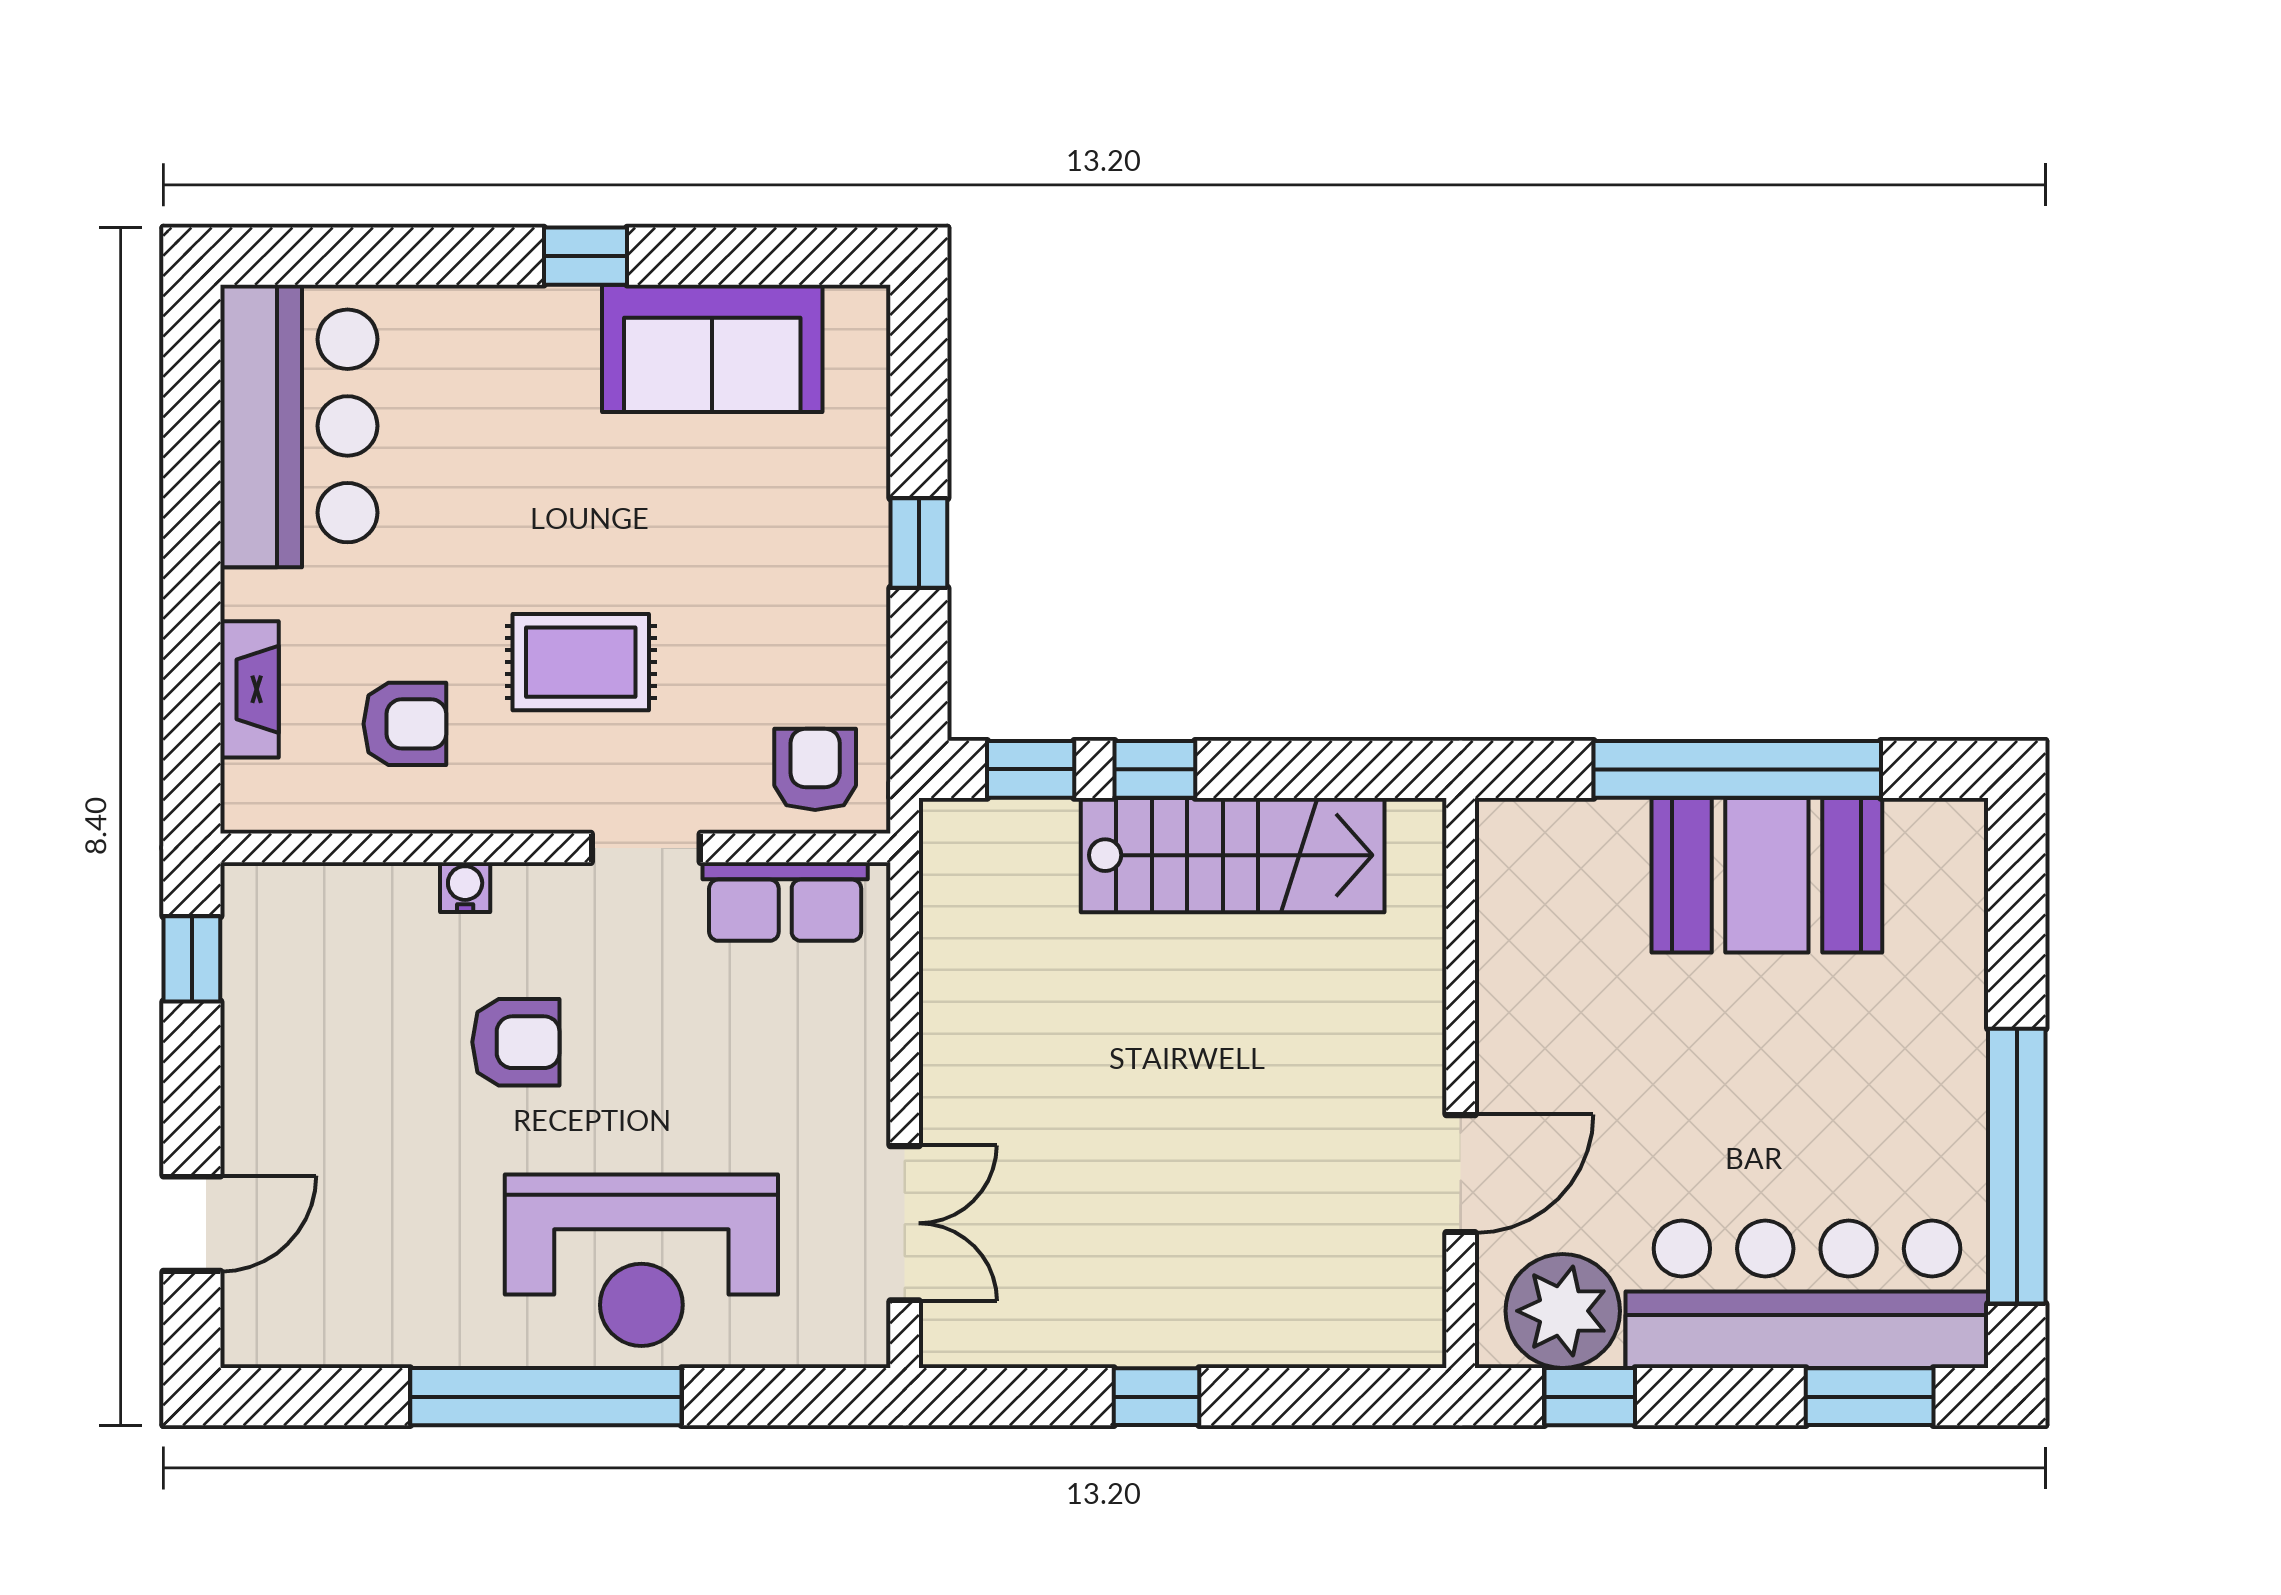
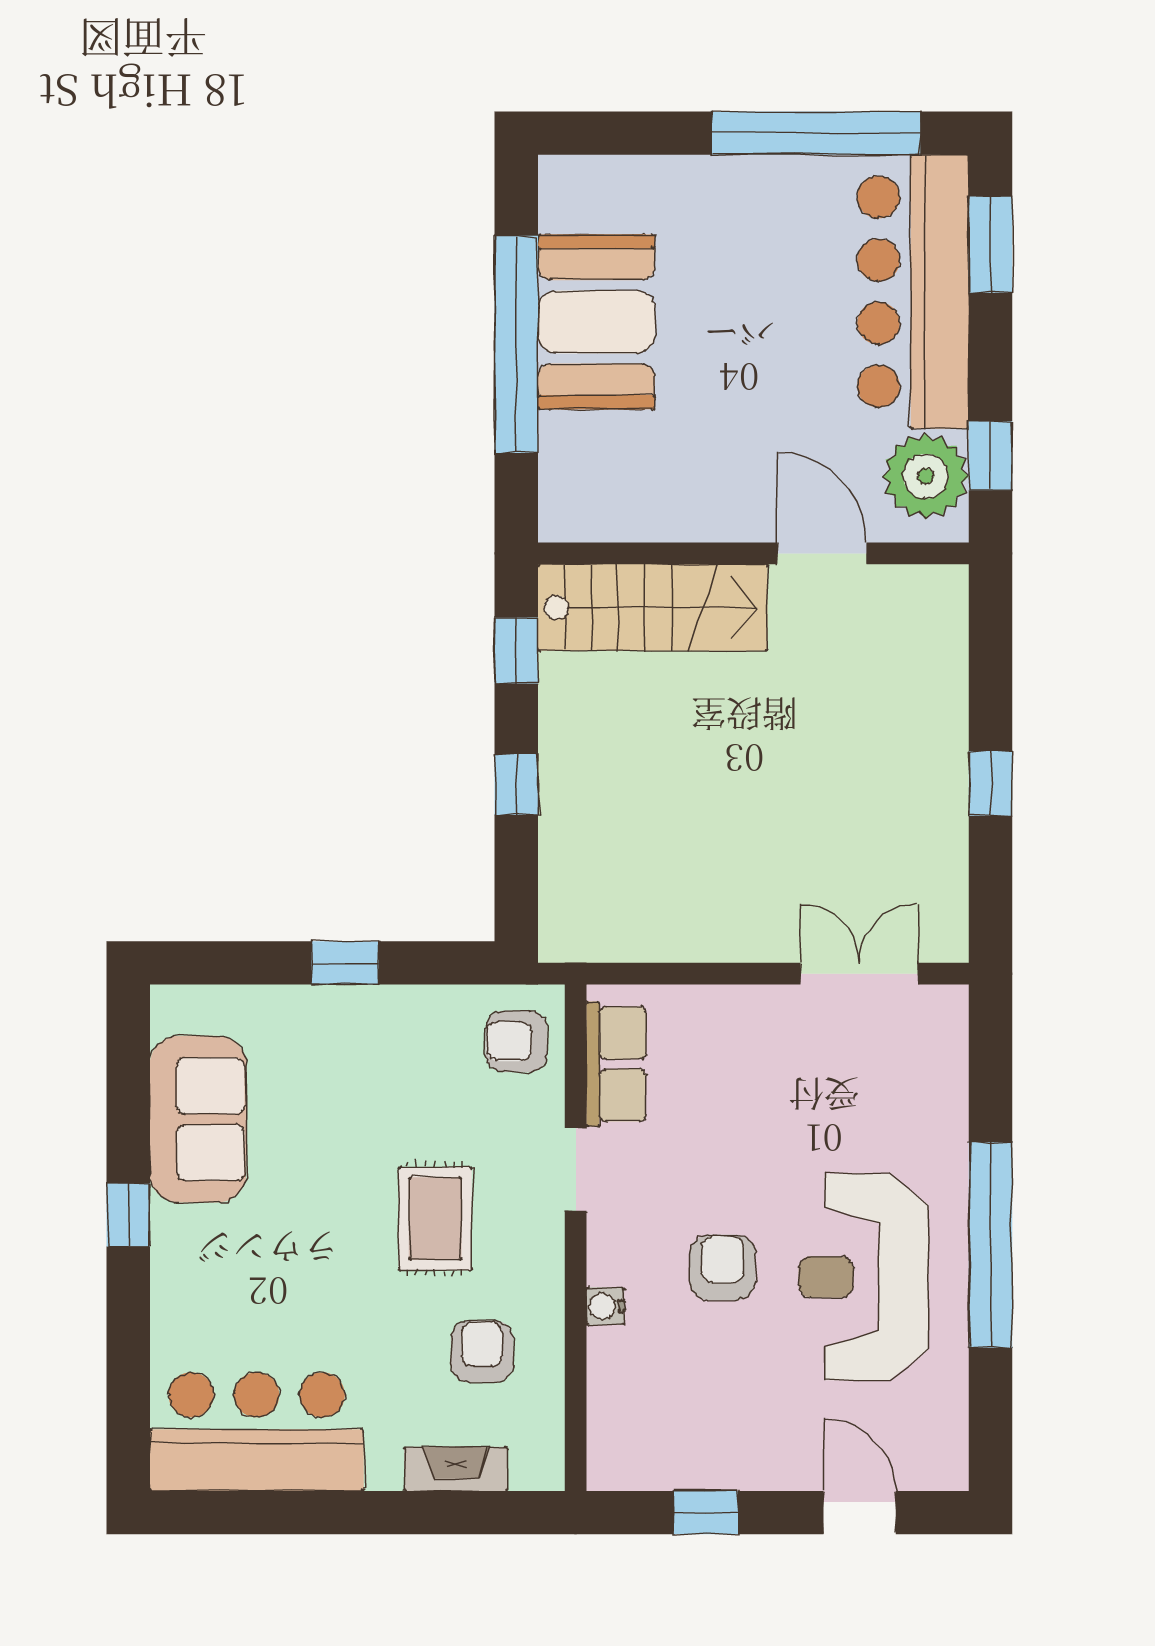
window: (1031, 769) -> (516, 650), moved
stairs: (1233, 855) -> (653, 607), moved, turned 90
window: (192, 959) -> (706, 1513), moved
reception desk: (641, 1260) -> (864, 1277), moved, turned 180

